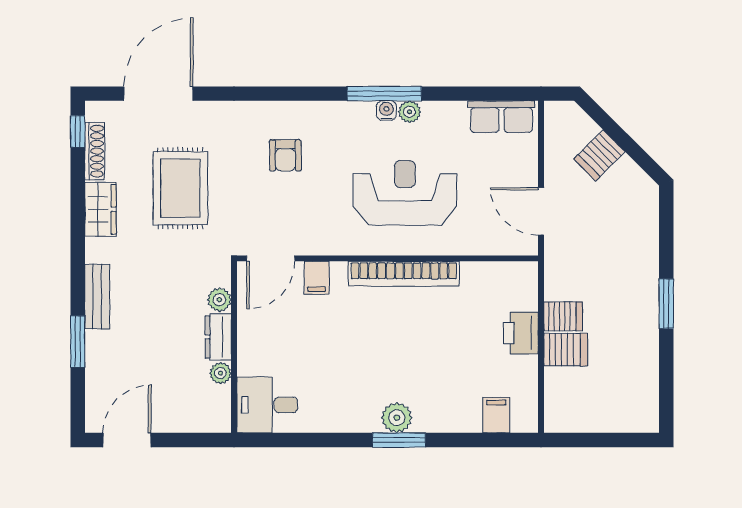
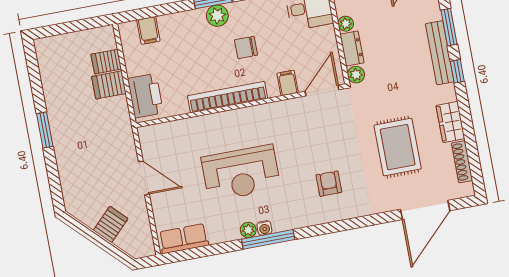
window: (78, 131) -> (457, 71), moved
door: (271, 258) -> (322, 90), moved
wall: (388, 258) -> (241, 106), moved
bookcase: (404, 274) -> (228, 97), moved
filing cabinet: (317, 278) -> (288, 83), moved
bench: (97, 297) -> (440, 53), width x1.36
server rack: (563, 316) -> (106, 62), moved
printer: (521, 333) -> (145, 96), width x1.37, depth x1.19
chair: (365, 366) -> (246, 47), added

